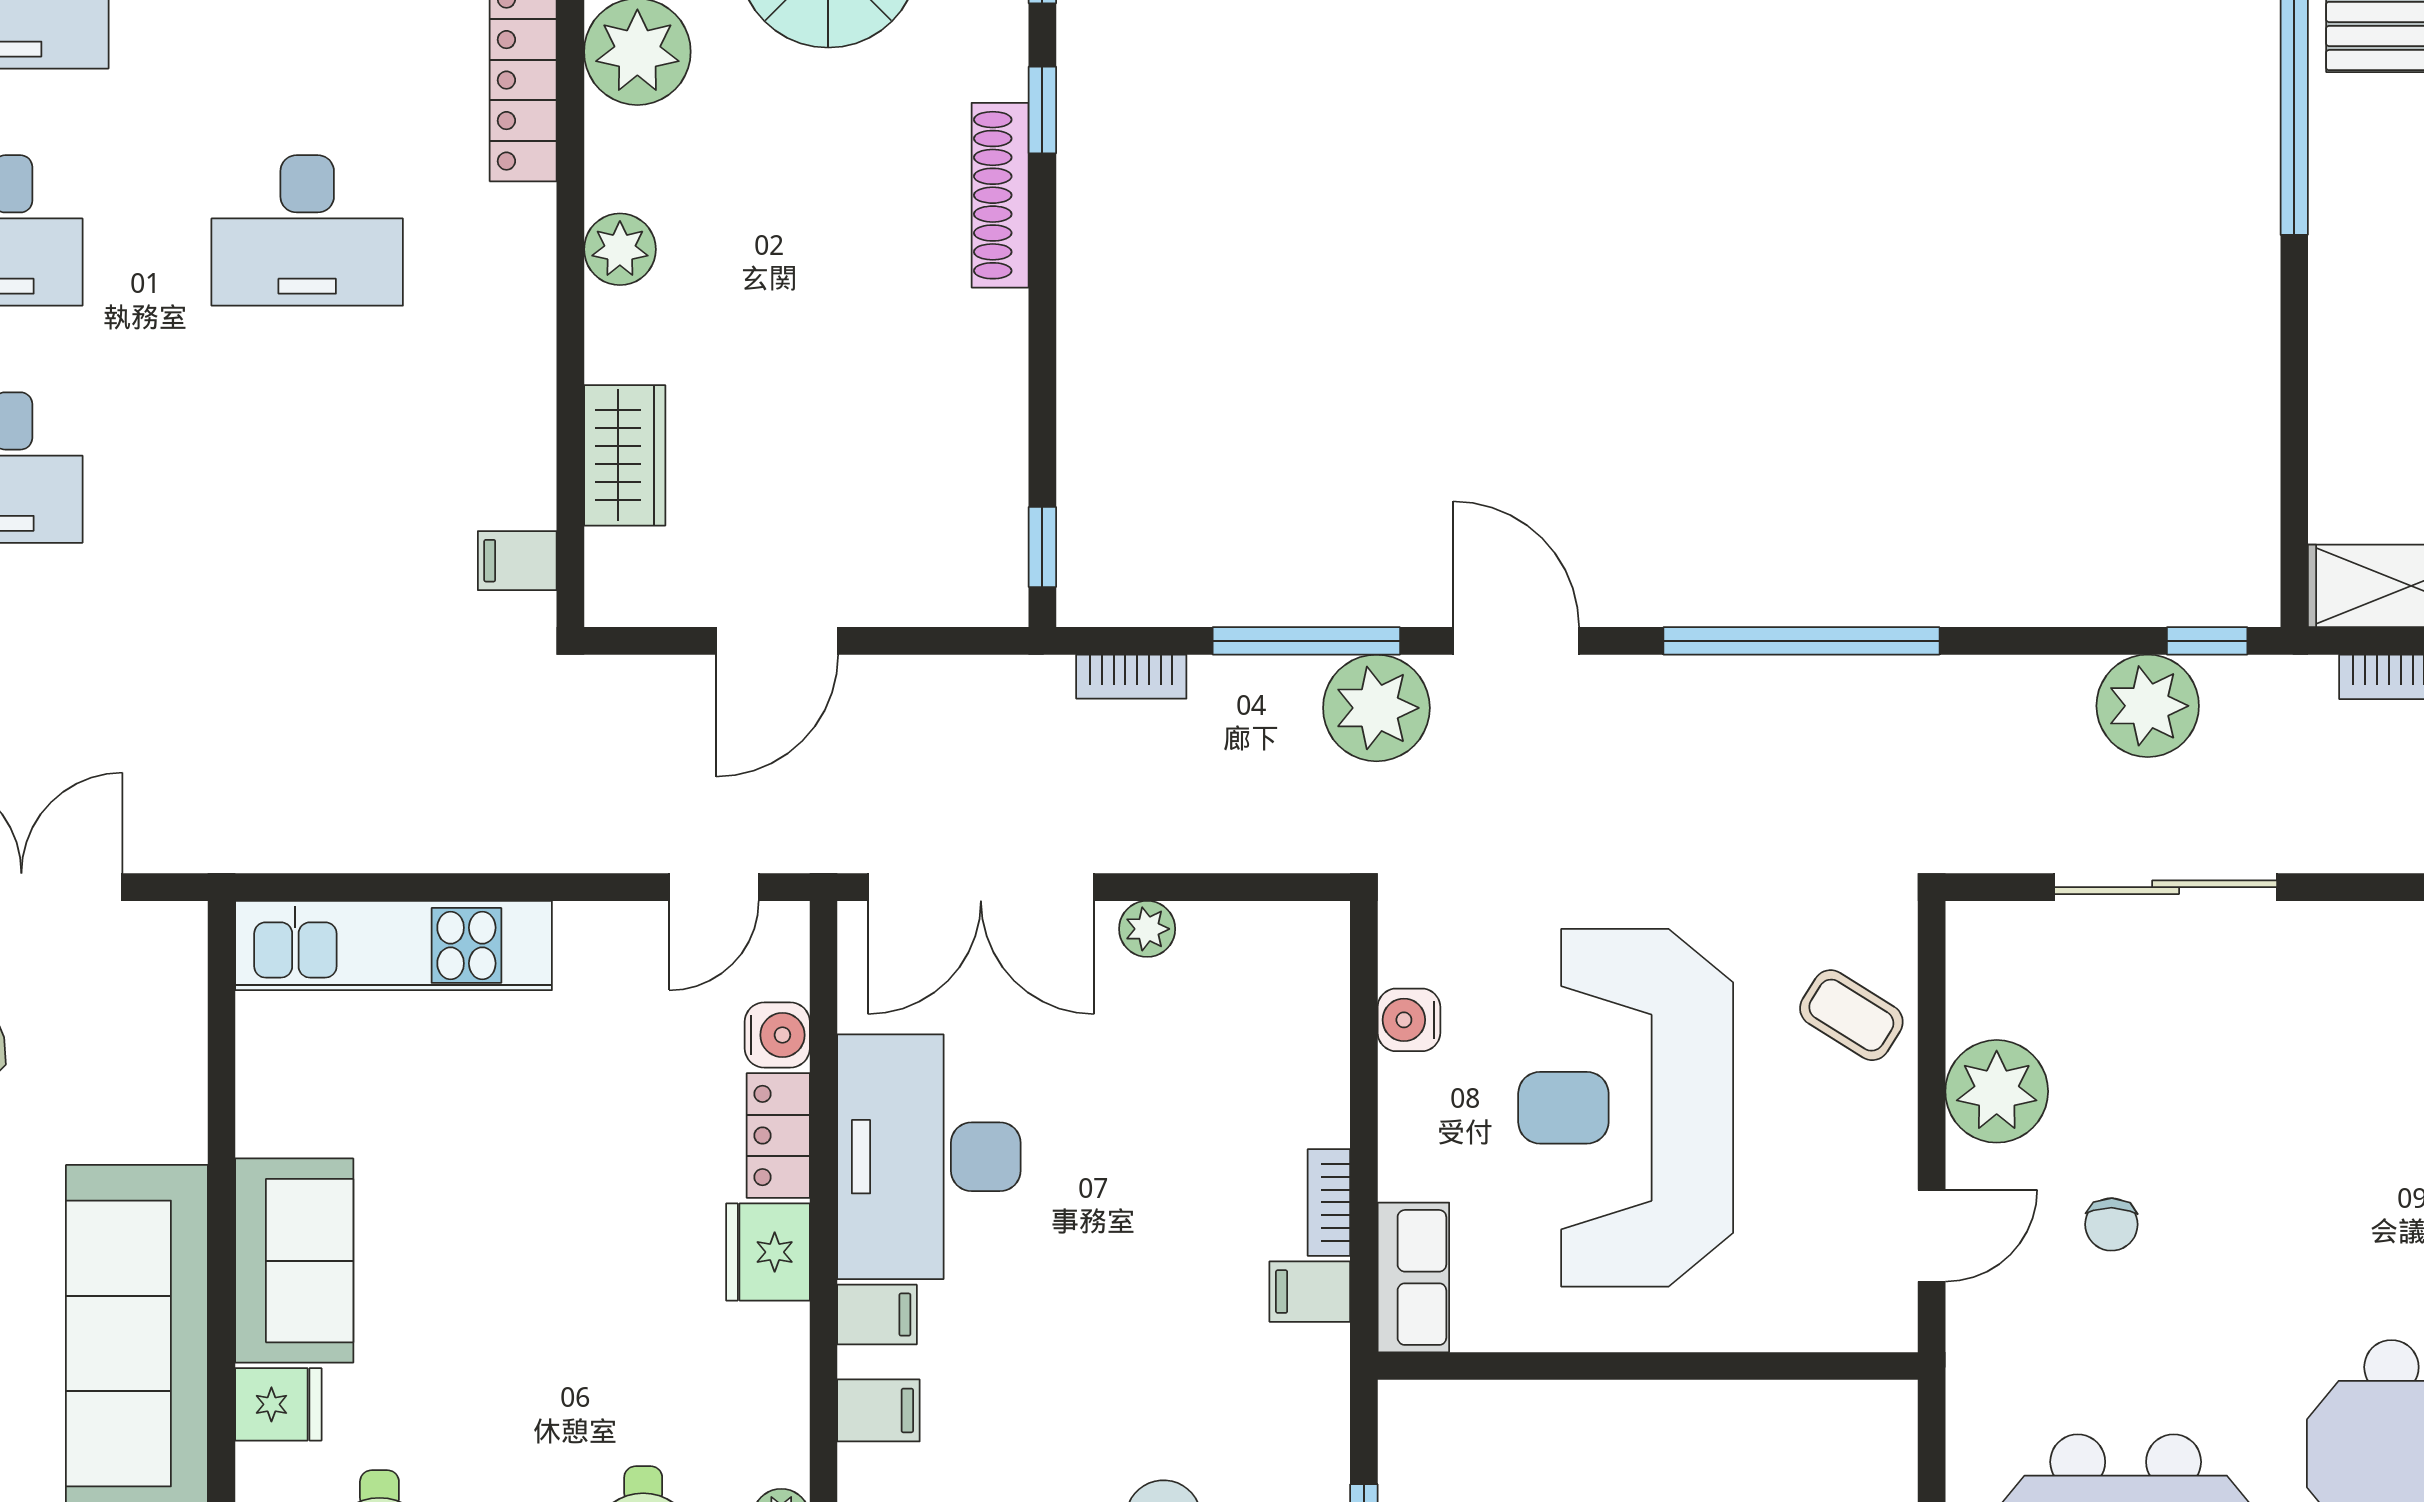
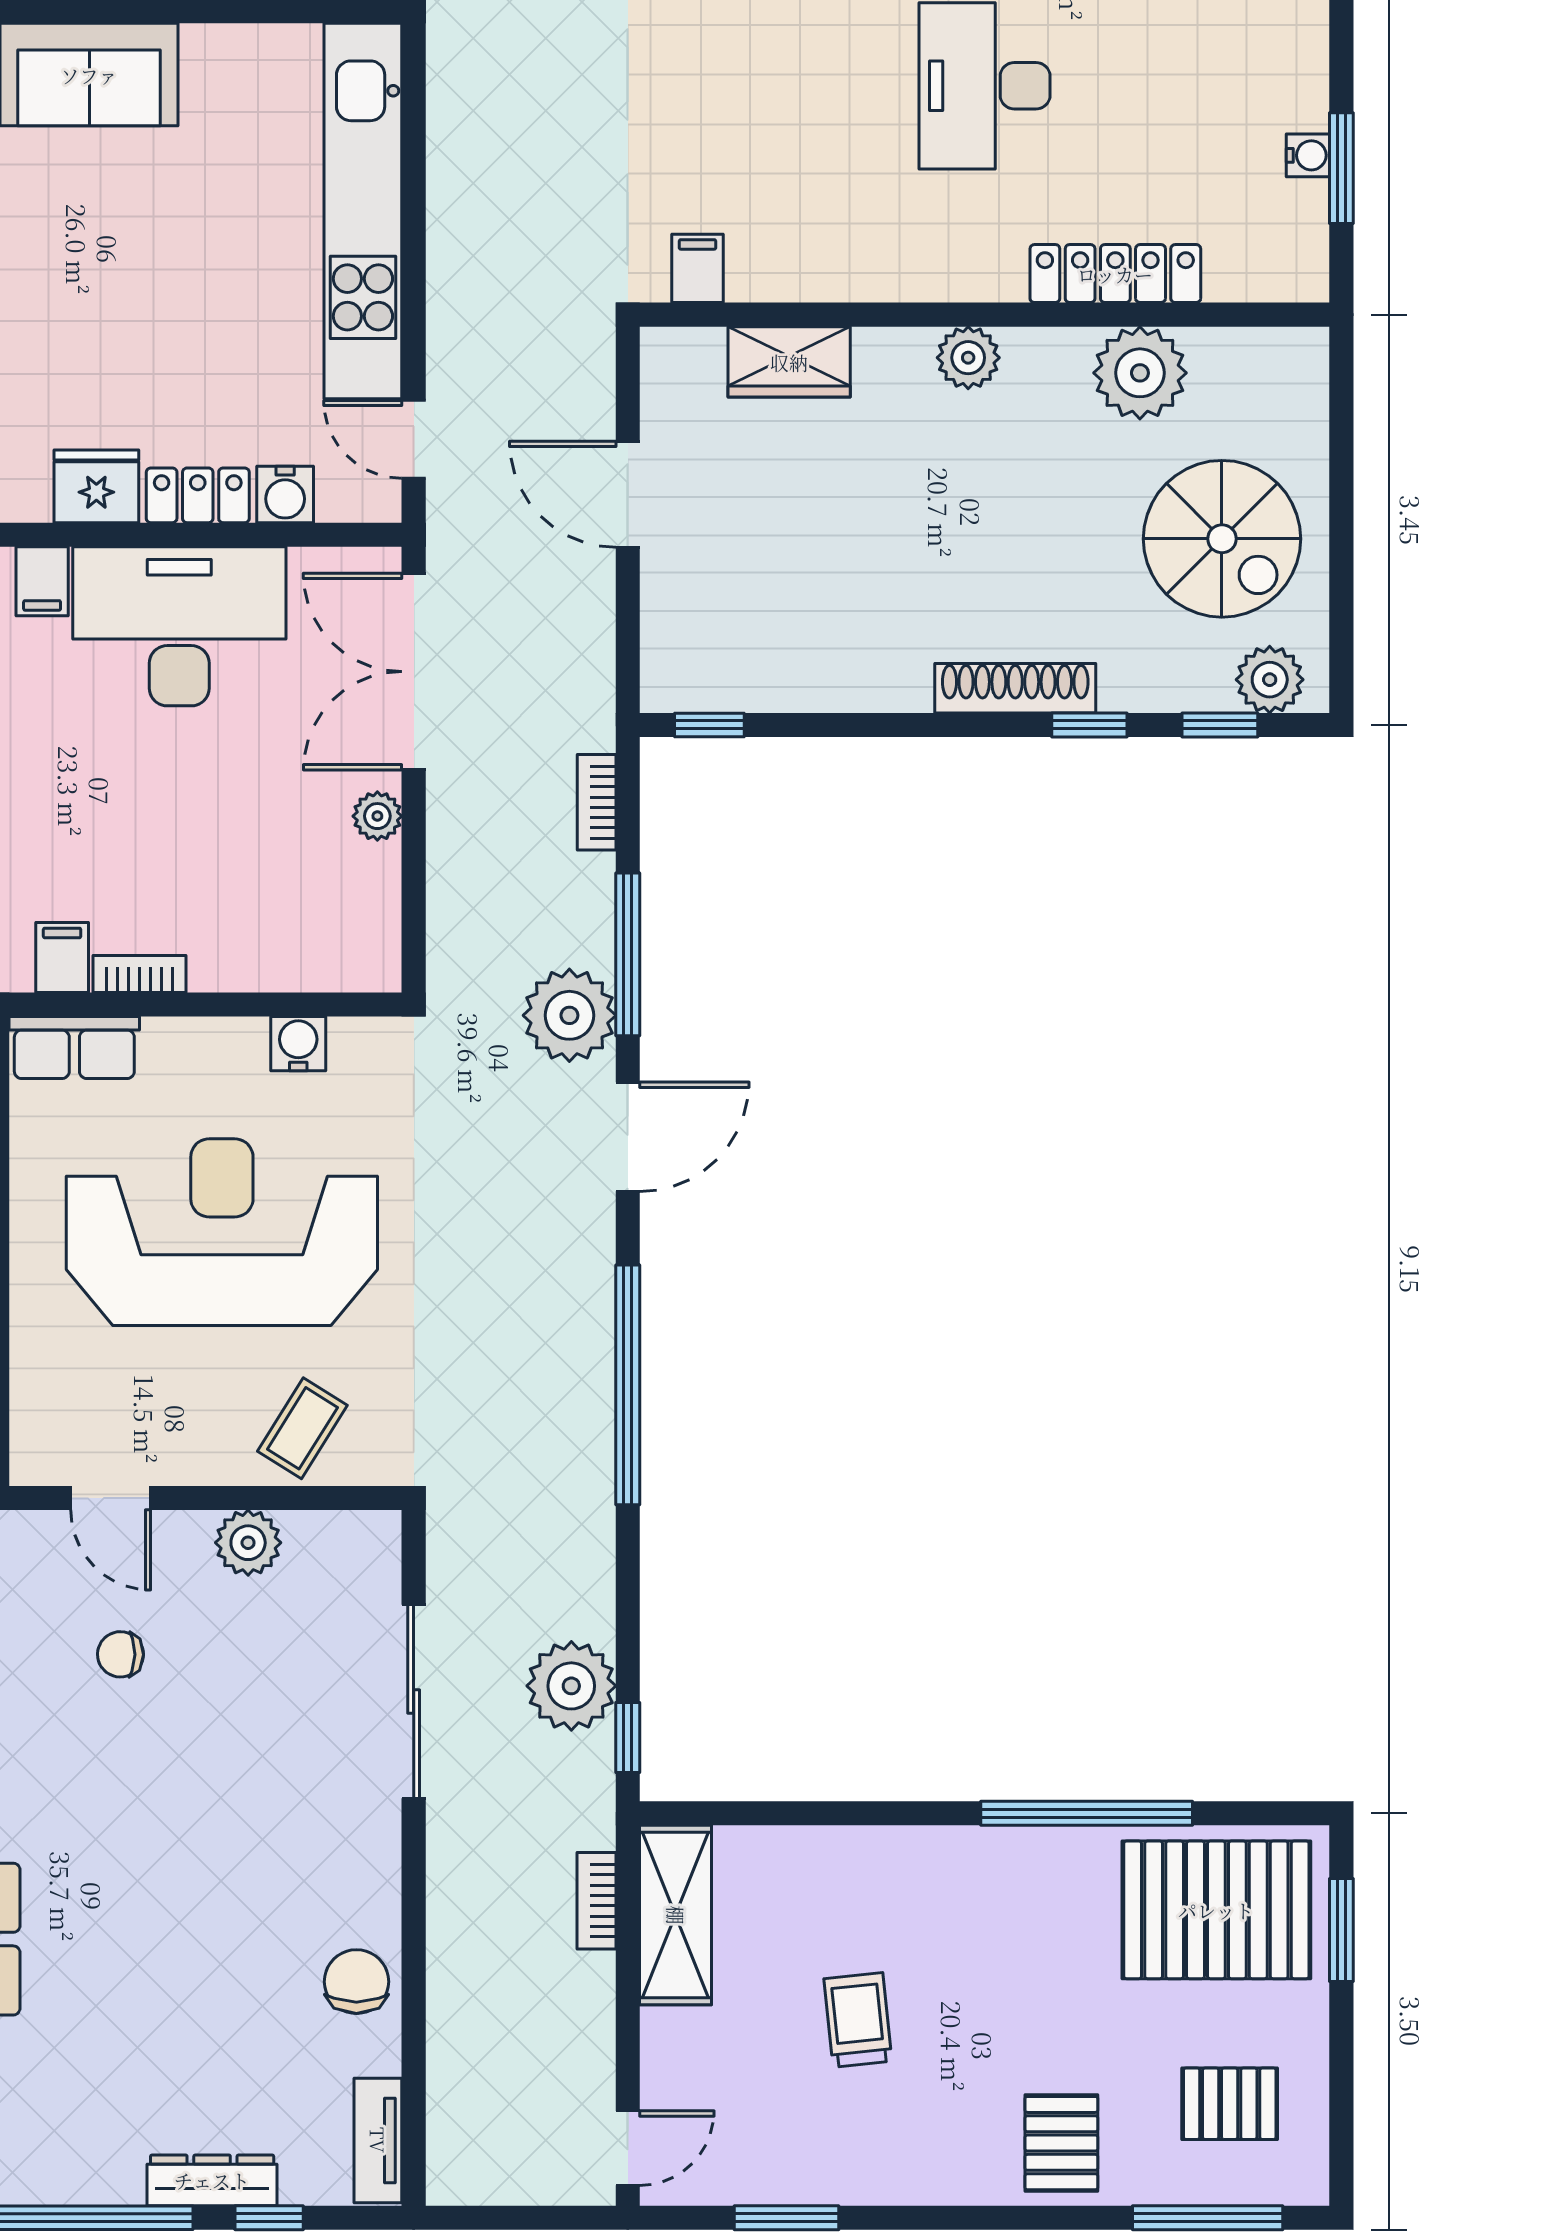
kitchen unit: (394, 945) -> (363, 211), width x1.36
plant: (1997, 1091) -> (248, 1543), width x0.73, depth x0.73

